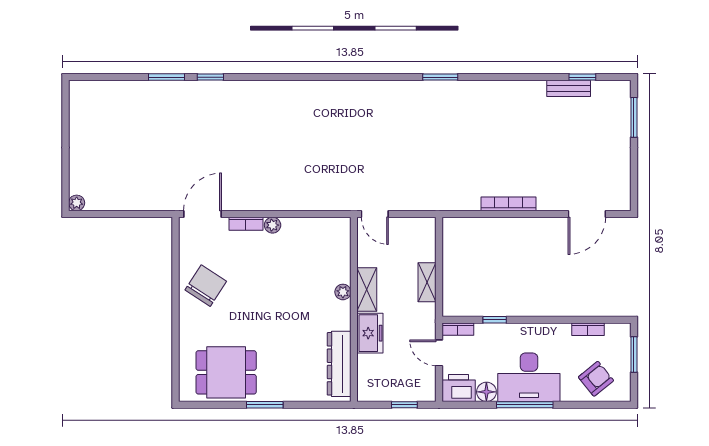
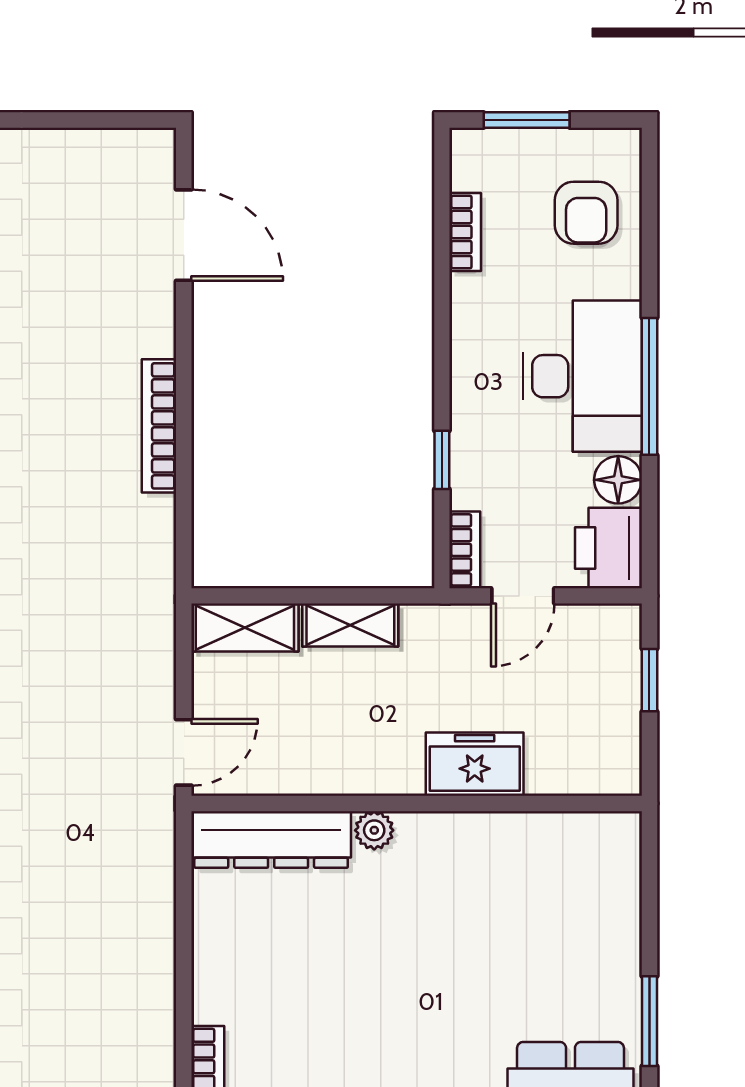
plant: (273, 225) -> (211, 1002), removed
shelving: (367, 290) -> (245, 628), moved
dresser: (339, 364) -> (271, 839), moved
armchair: (596, 379) -> (586, 213), turned -141

